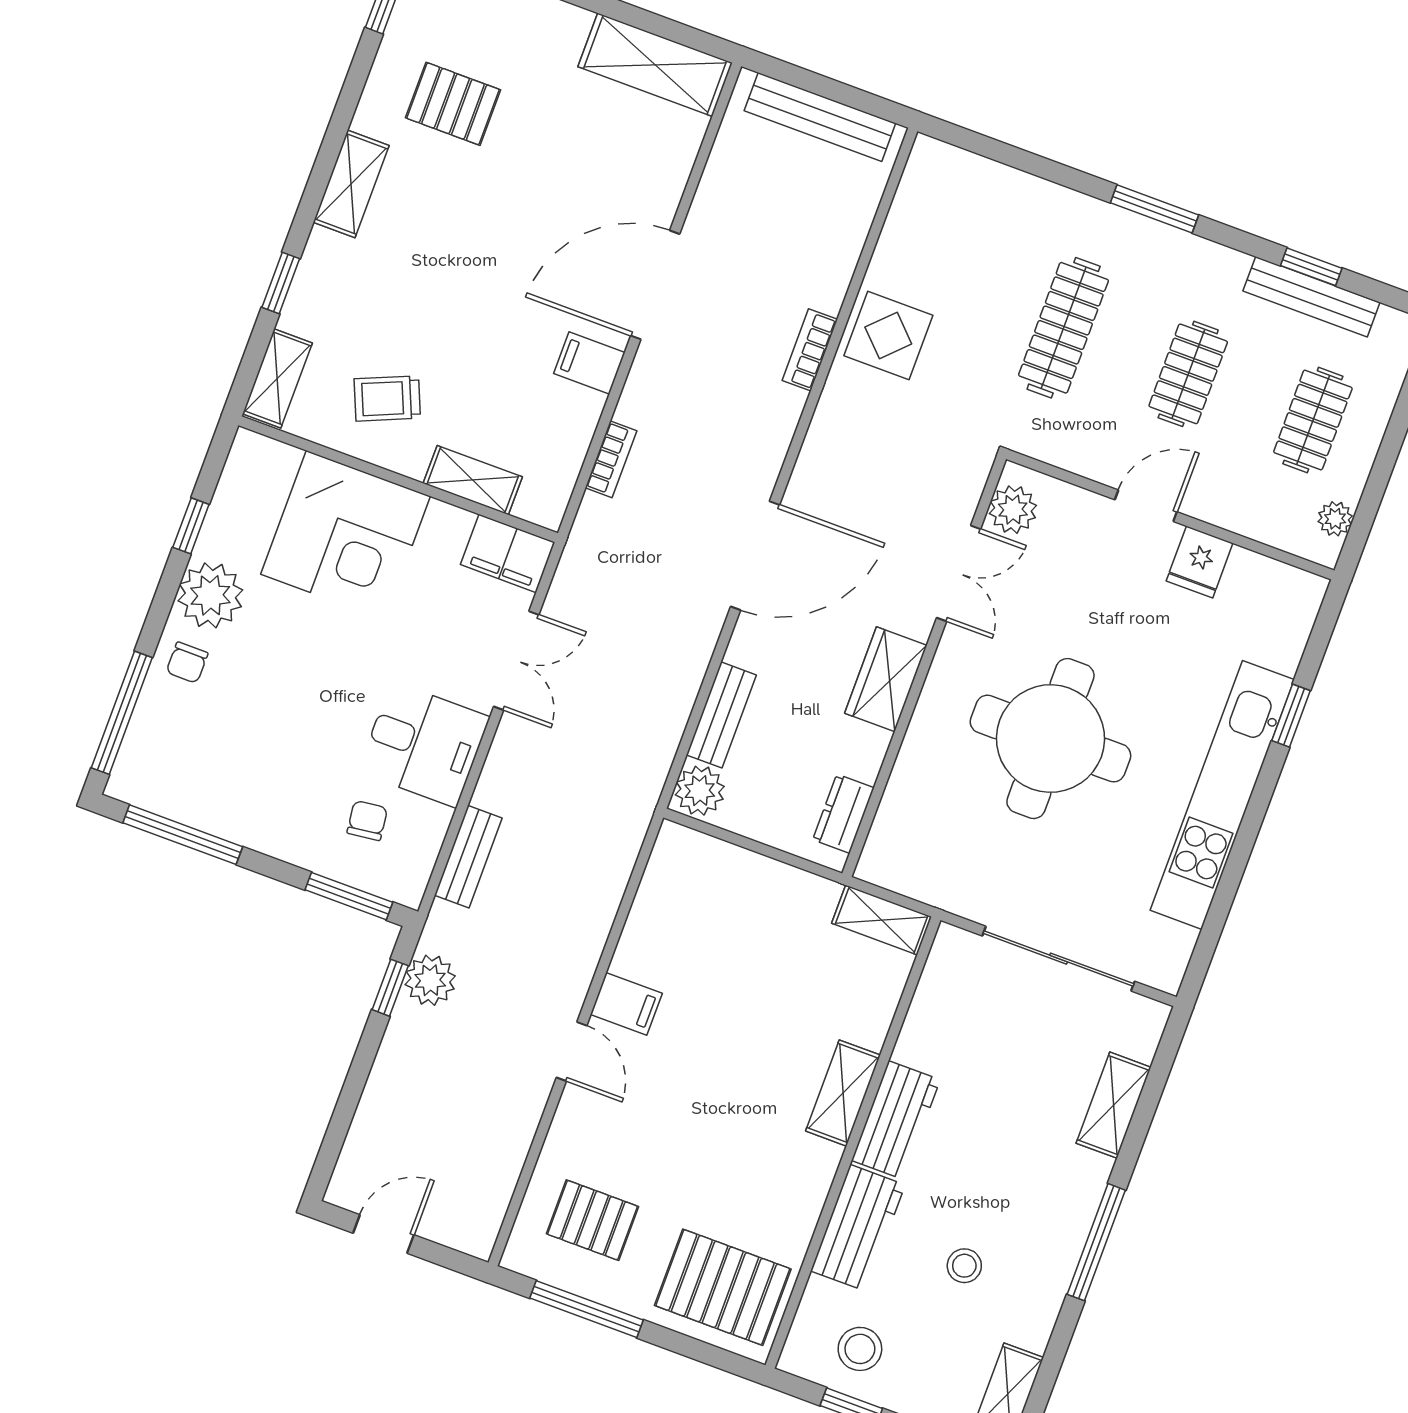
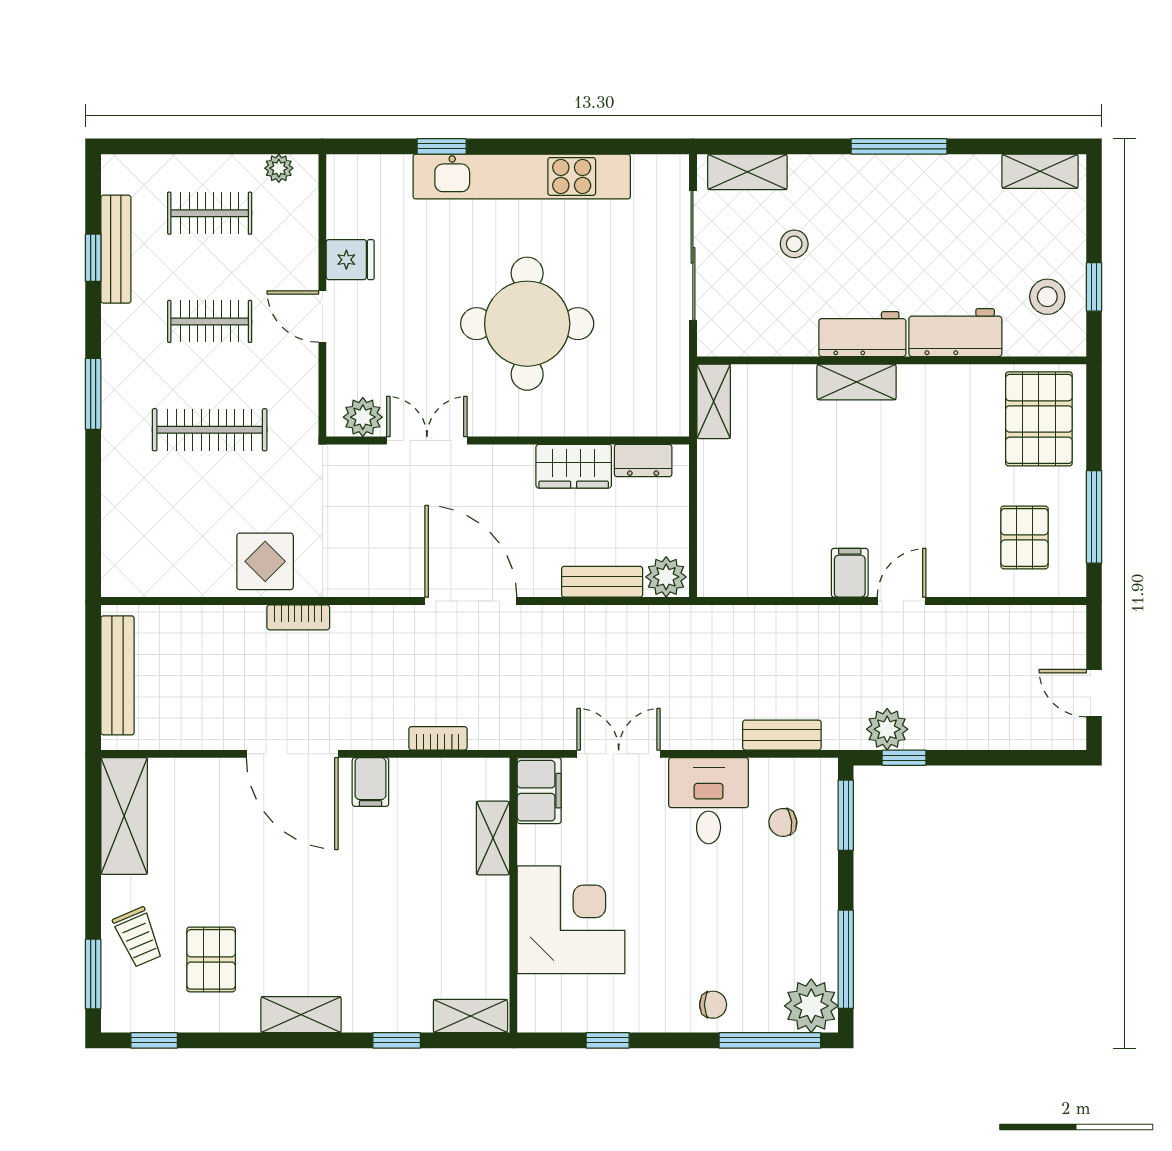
trolley: (387, 398) -> (138, 937), moved
plant: (210, 595) -> (811, 1006), moved
wardrobe: (886, 679) -> (574, 466), moved
shelving: (1114, 1105) -> (747, 172), moved
stool: (964, 1266) -> (794, 244), moved

